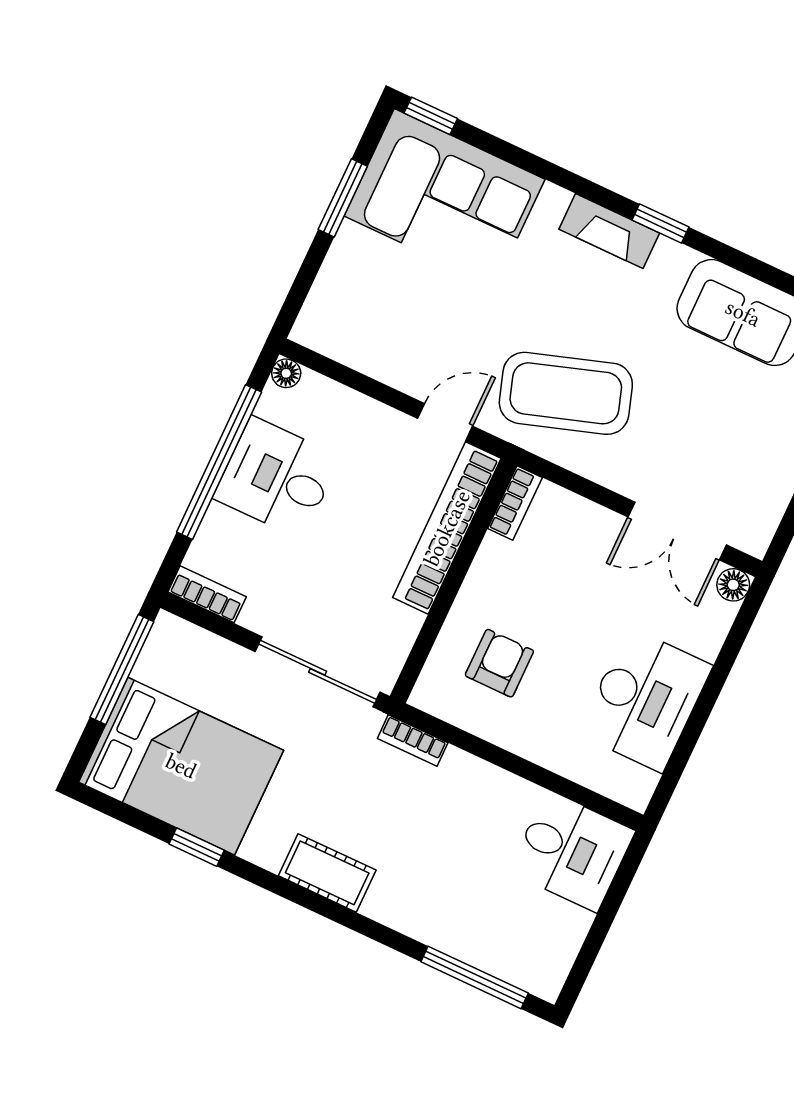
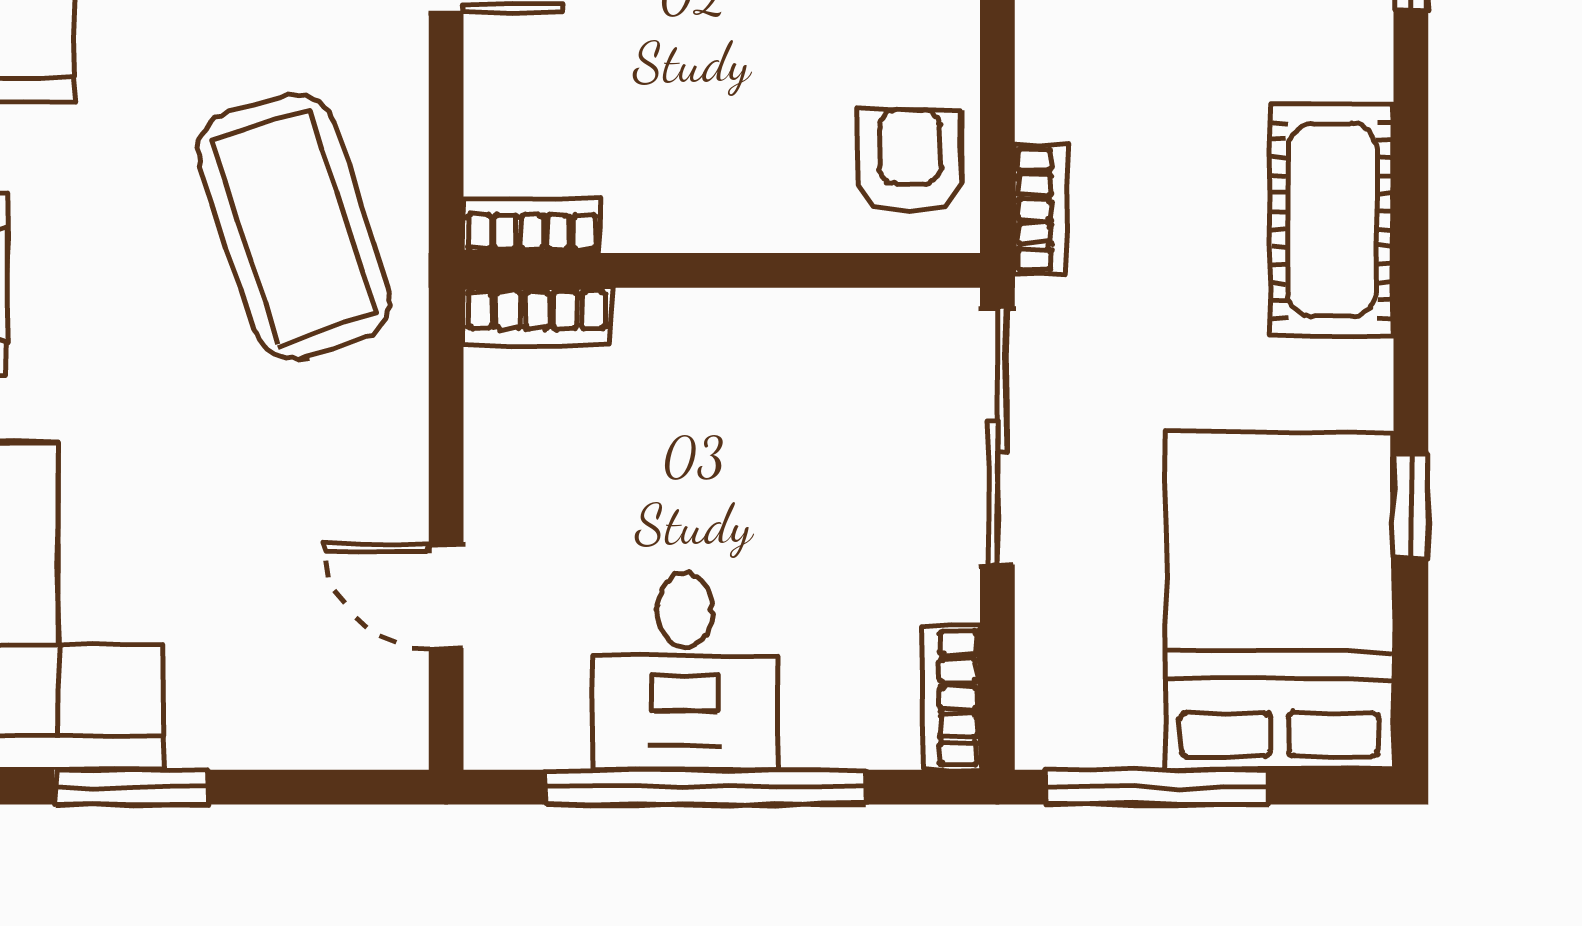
floor lamp: (286, 373) -> (492, 742), removed
door: (445, 422) -> (446, 596), moved
bookcase: (447, 528) -> (537, 317), width x0.43, depth x0.76
armchair: (499, 663) -> (910, 161), moved, turned 90
cot: (327, 873) -> (1332, 220), width x1.37, depth x1.34

